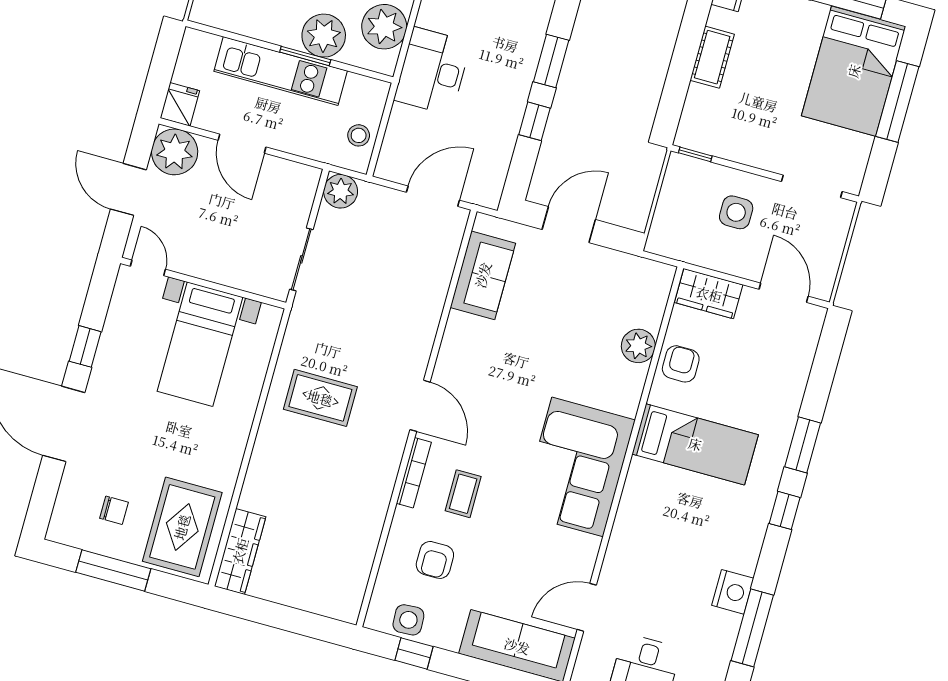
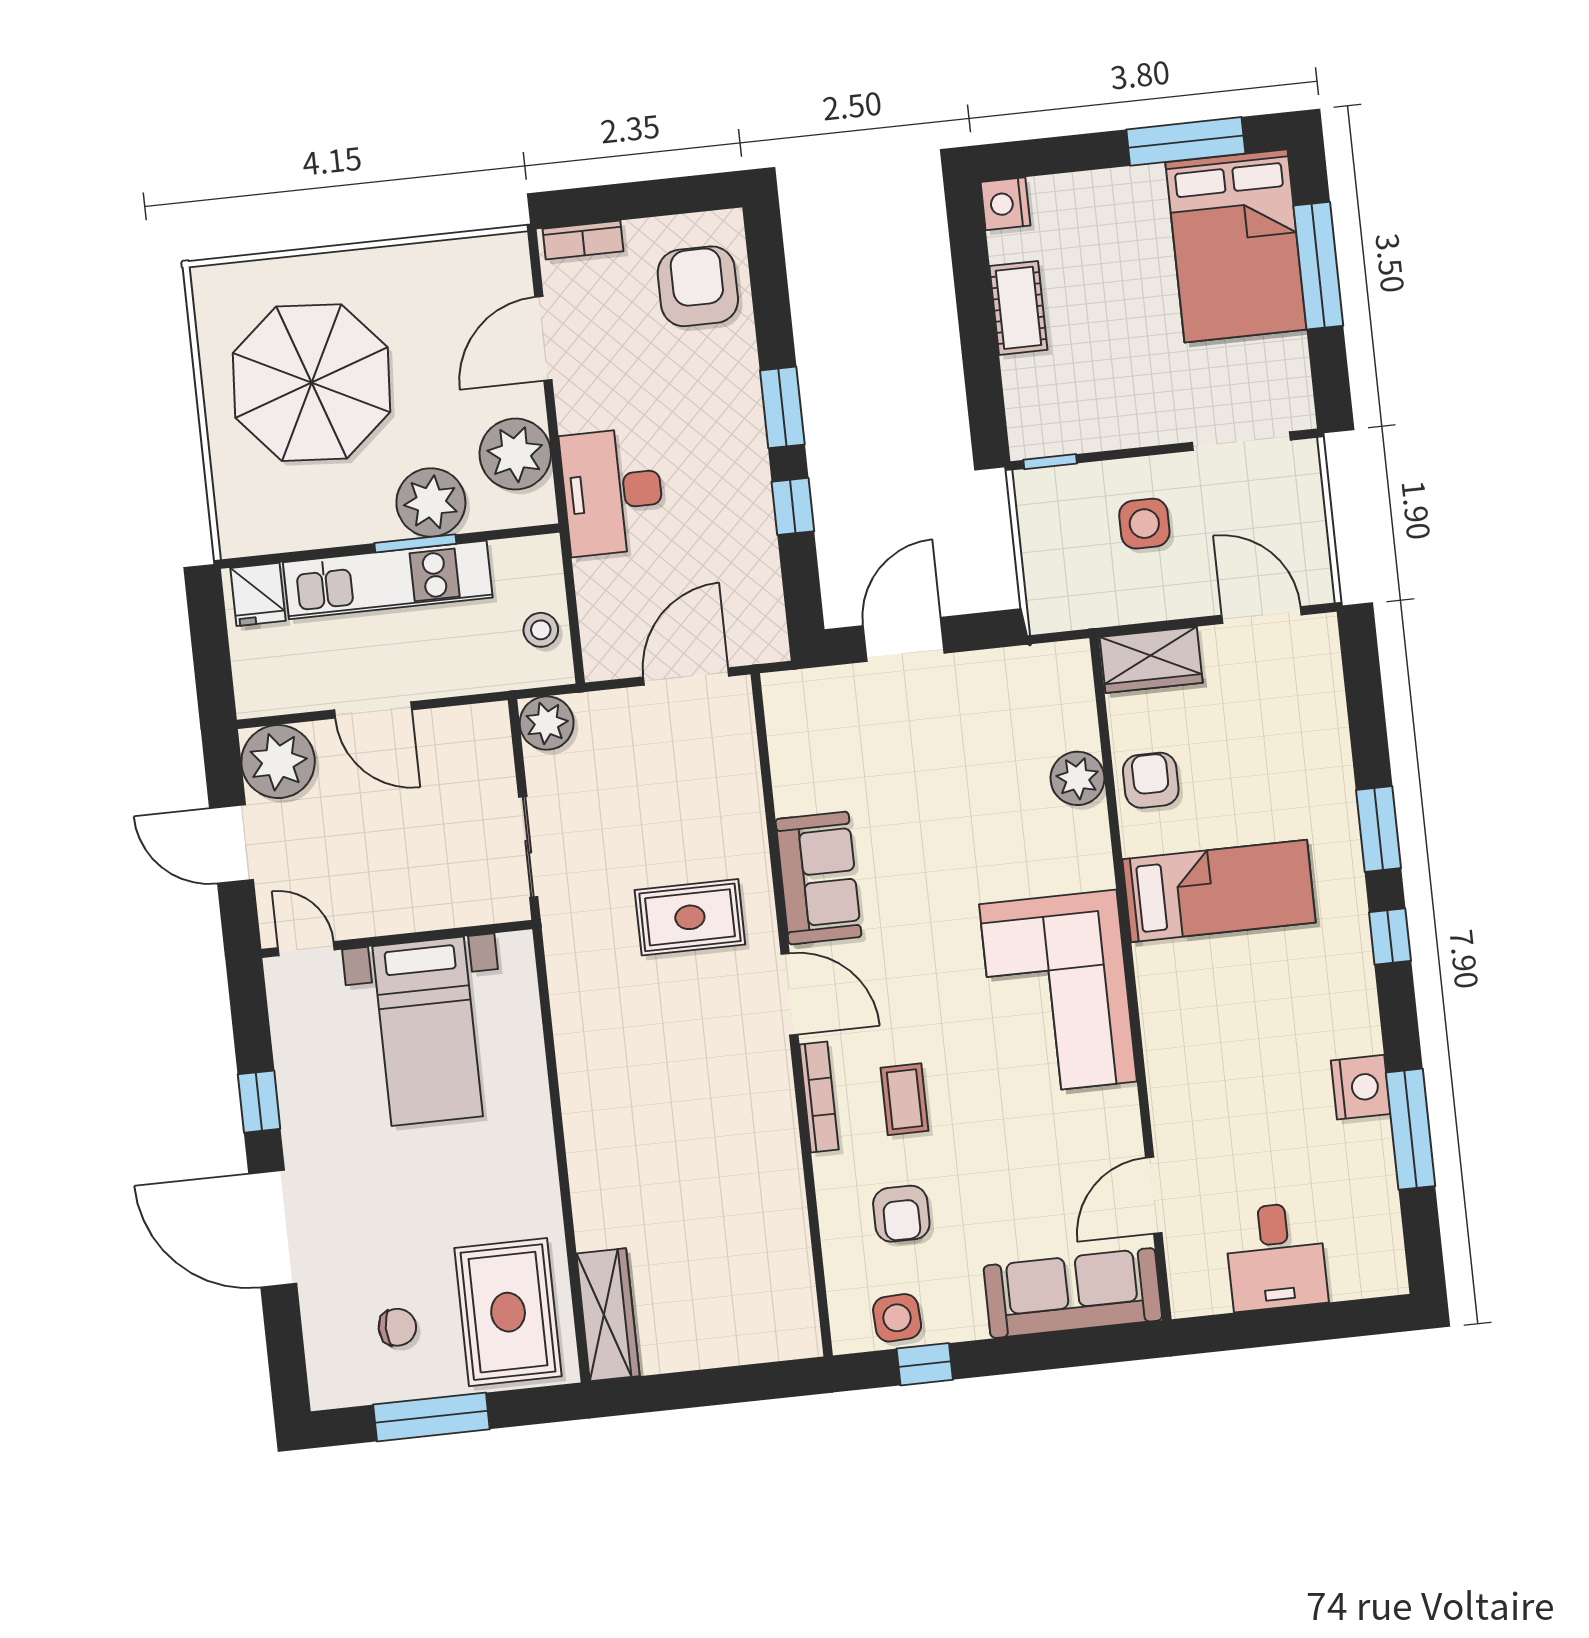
fridge: (180, 104) -> (258, 594), moved, turned 180
sofa: (483, 275) -> (818, 878), moved
rug: (320, 398) -> (690, 917), moved

